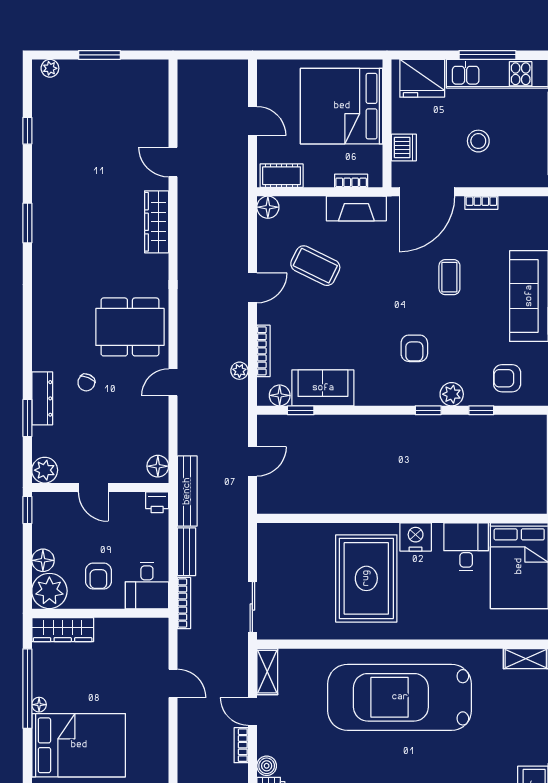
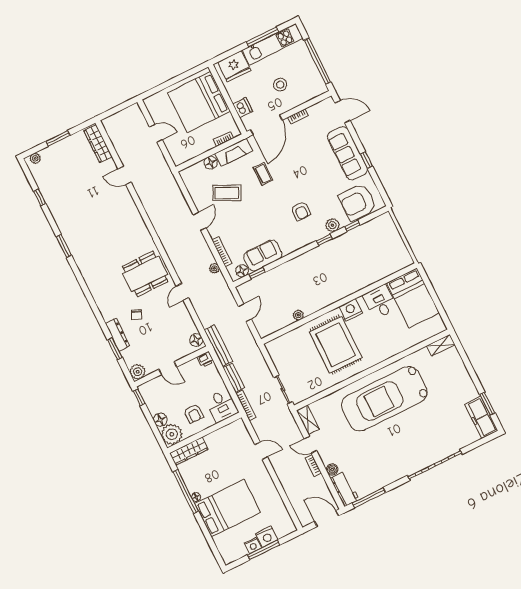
cot: (282, 176) -> (186, 154), removed
floor lamp: (268, 207) -> (211, 163), moved
wardrobe: (157, 222) -> (98, 144), moved
coffee table: (449, 277) -> (263, 174), moved
armchair: (507, 378) -> (357, 202), width x1.88, depth x1.88
plant: (332, 505) -> (298, 315), added

